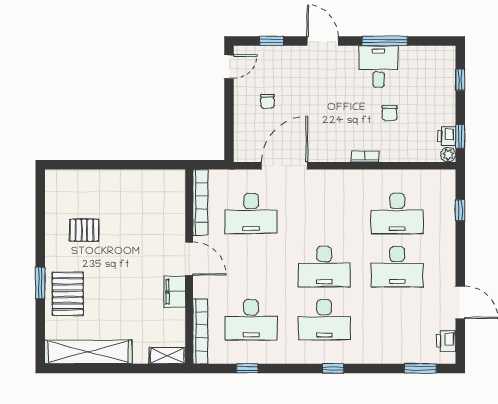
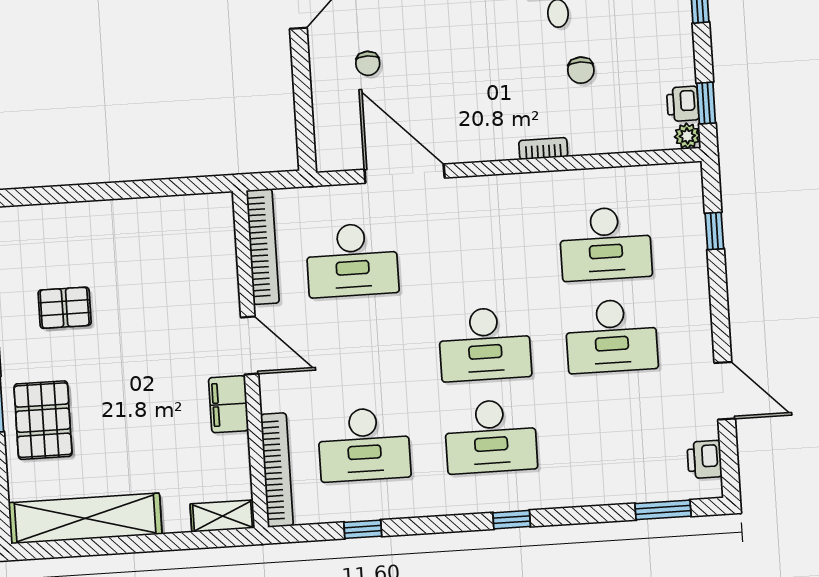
door: (284, 166) -> (405, 174), hinge flipped

